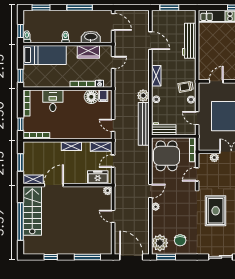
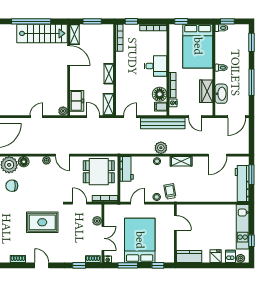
workbench: (189, 41) -> (242, 184), moved, turned -90
bed: (45, 55) -> (198, 46), width x1.50
desk: (53, 101) -> (156, 66), moved
bench: (144, 124) -> (163, 123), moved
floor lamp: (157, 229) -> (24, 162), added

